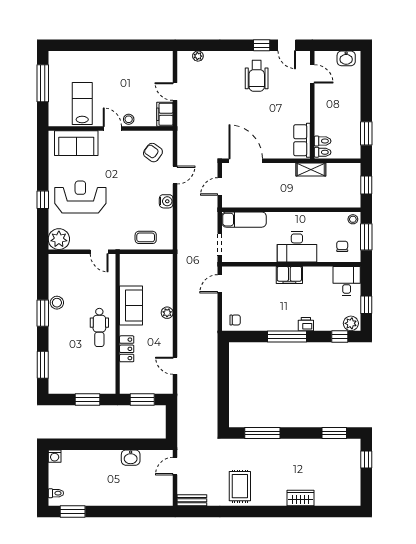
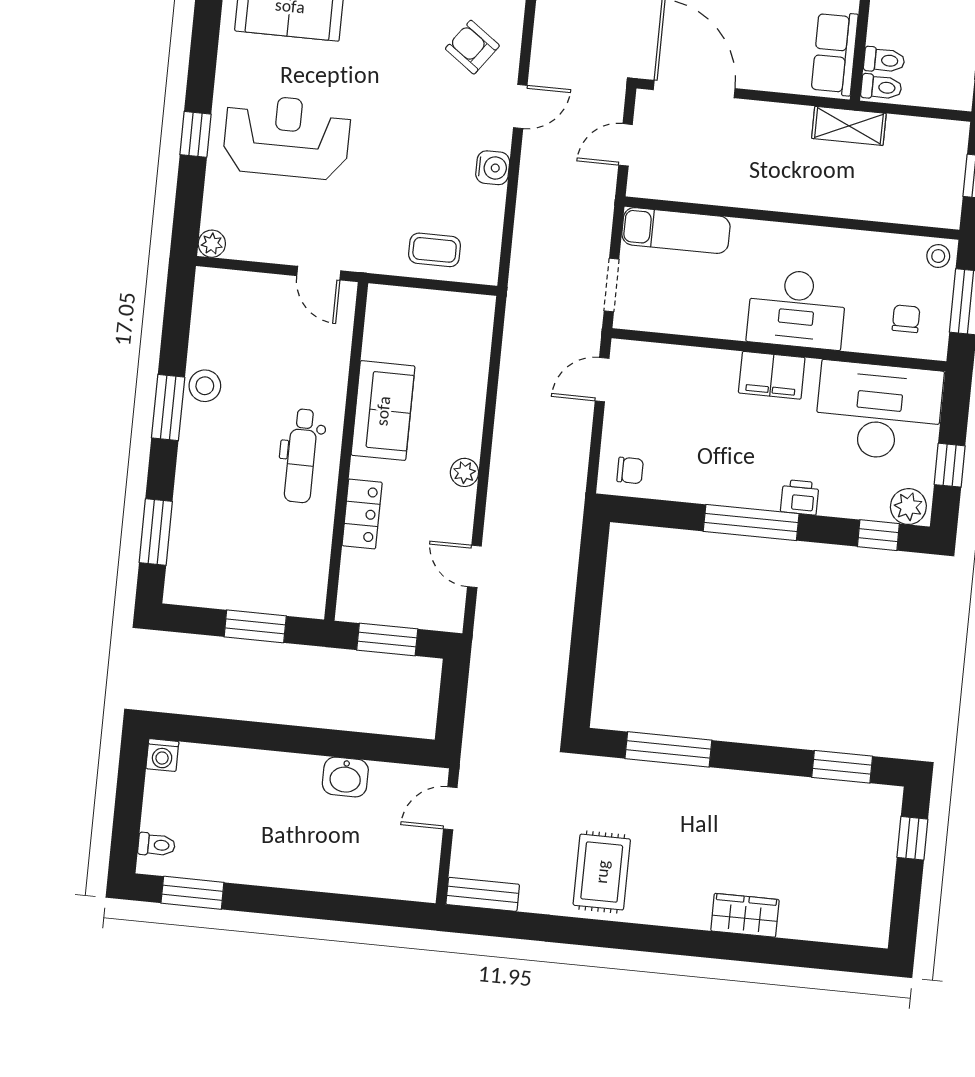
plant: (59, 239) -> (212, 244), width x0.53, depth x0.53
desk: (347, 281) -> (879, 411), width x1.87, depth x1.30
plant: (167, 313) -> (464, 472), moved

